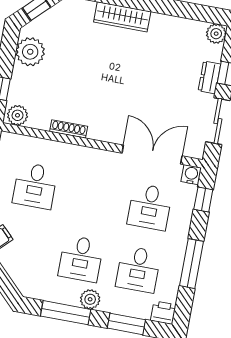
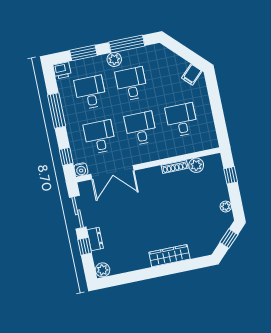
plant: (30, 52) -> (226, 207), width x0.53, depth x0.53
plant: (18, 115) -> (196, 165), moved
desk: (92, 196) -> (141, 128), added

